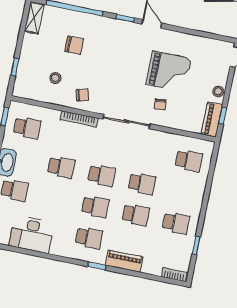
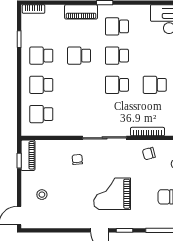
grand piano: (169, 72) -> (112, 194), moved
stool: (218, 91) -> (42, 195), moved
school desk: (142, 184) -> (41, 85), moved

